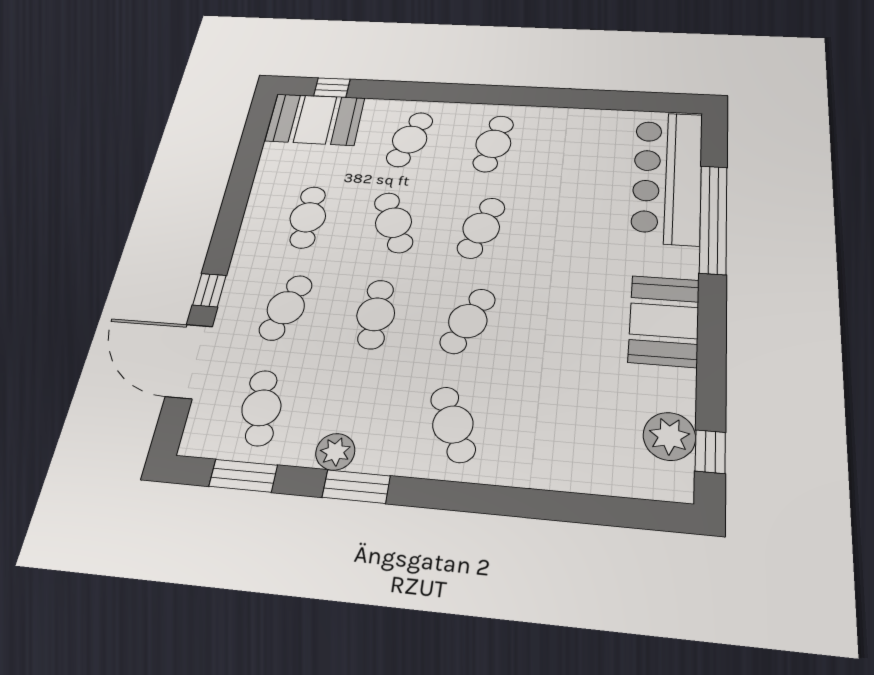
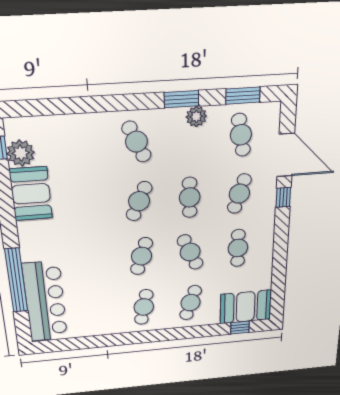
booth: (664, 321) -> (31, 194), moved

